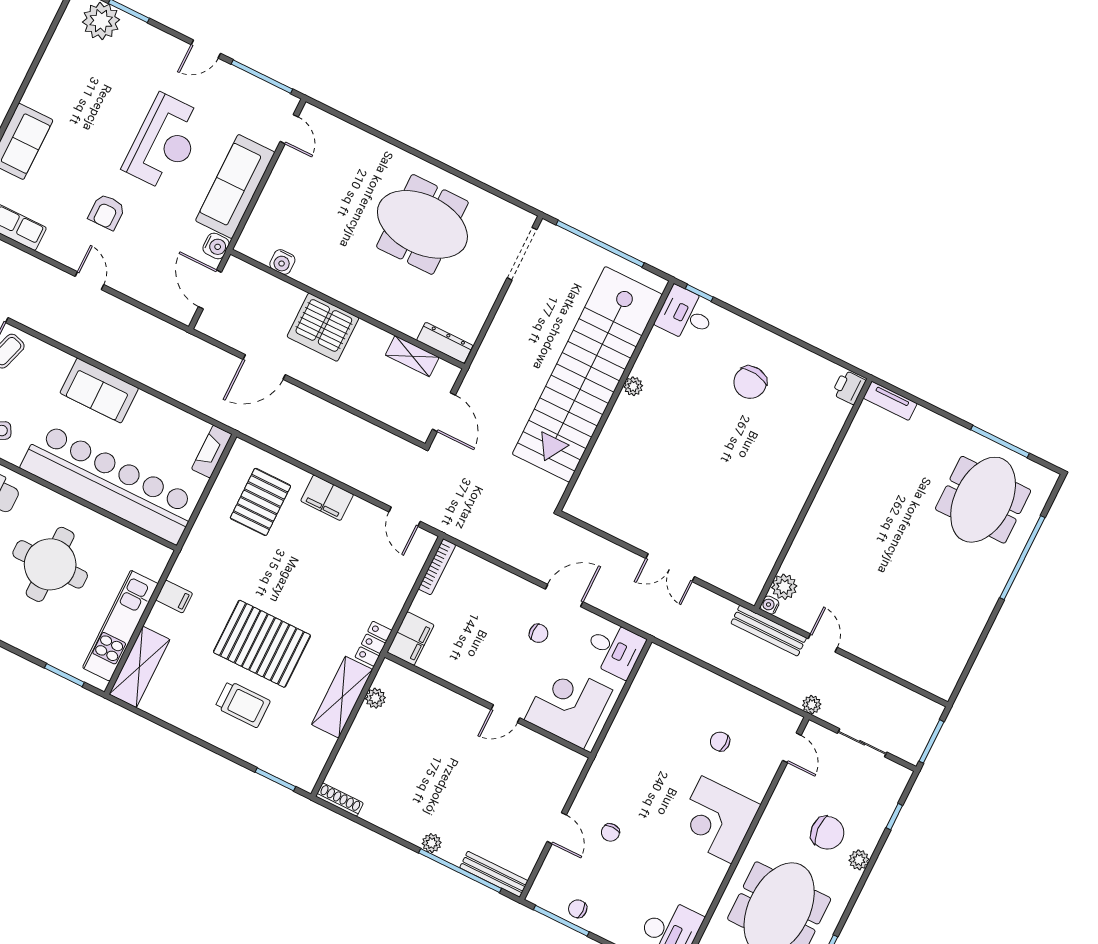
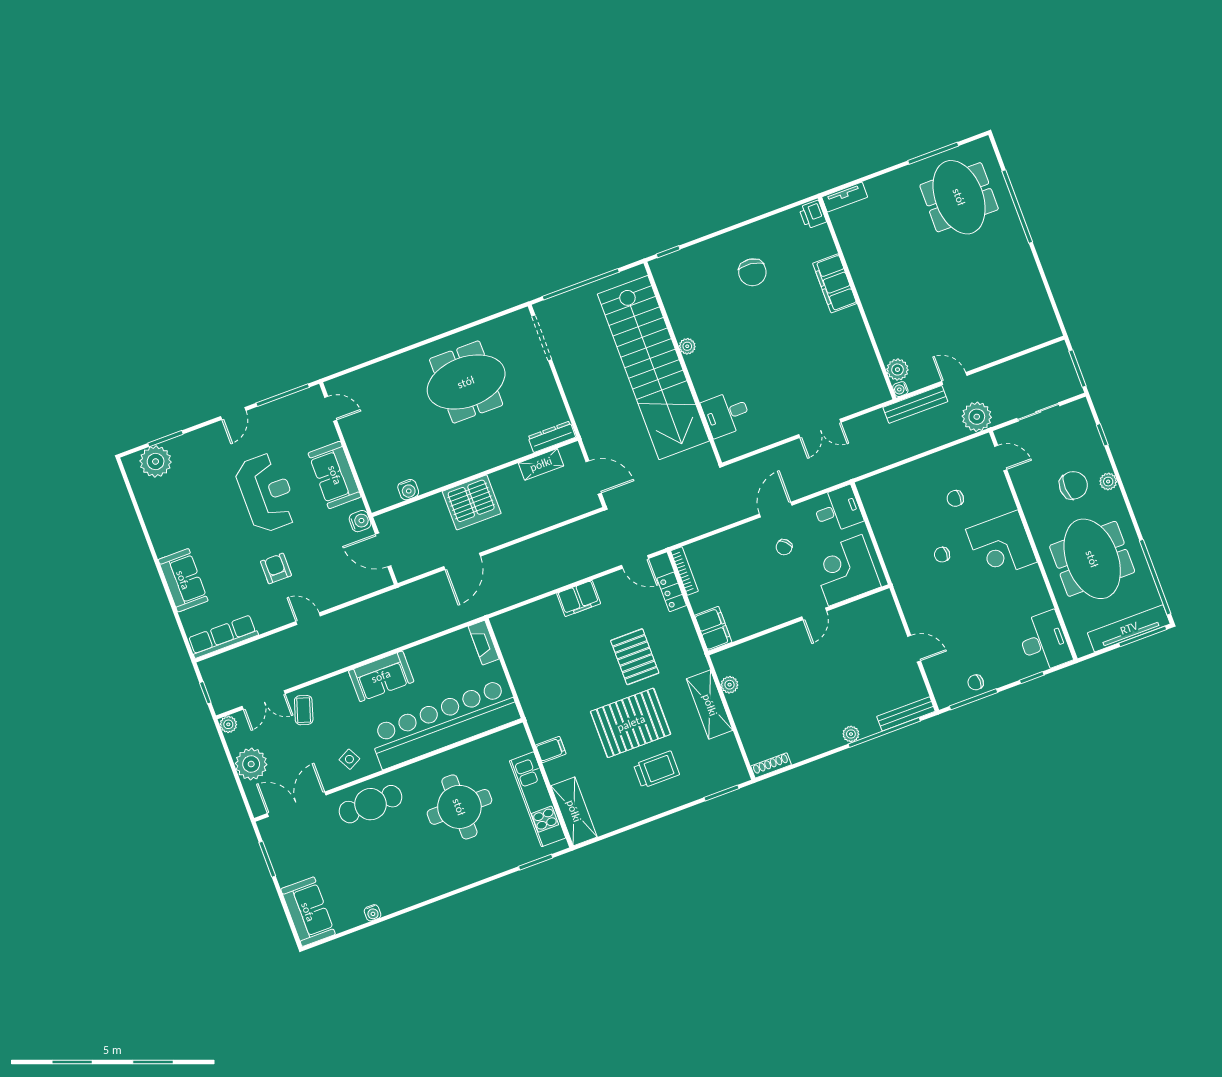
sofa: (235, 186) -> (335, 475), width x0.73
armchair: (107, 212) -> (276, 568), turned 180
desk: (686, 315) -> (726, 414), moved
filing cabinet: (808, 462) -> (835, 283), added
pallet: (260, 502) -> (635, 657), moved
chair: (539, 633) -> (784, 547), turned 136
locker: (373, 644) -> (672, 592), moved
plant: (812, 705) -> (977, 417), width x1.87, depth x1.87
chair: (610, 832) -> (942, 555), moved, turned 90

